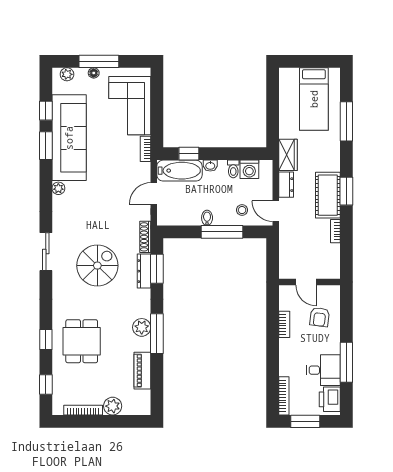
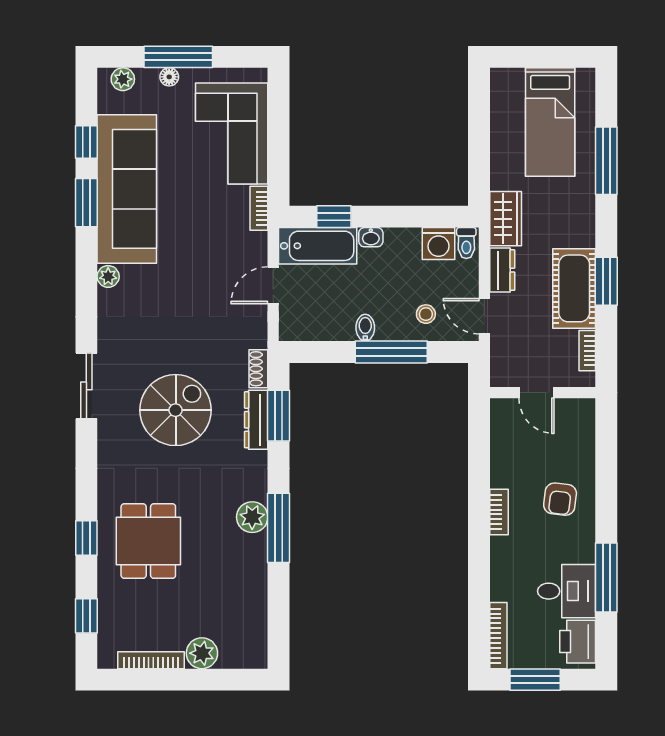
toilet: (233, 169) -> (466, 243), moved
shoe rack: (145, 237) -> (258, 369), width x0.70
door: (306, 282) -> (536, 393), moved
wall: (310, 282) -> (543, 393), moved
piano: (142, 371) -> (253, 592), removed

